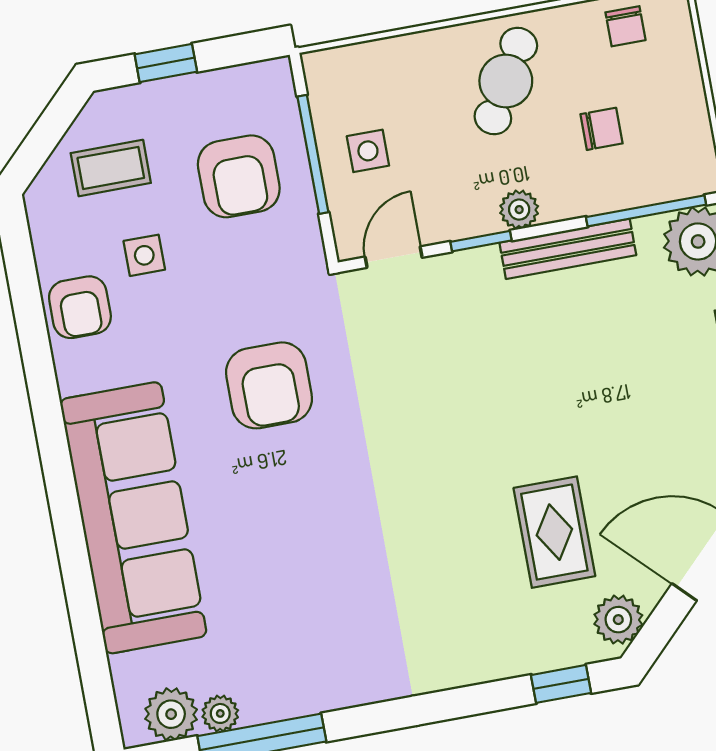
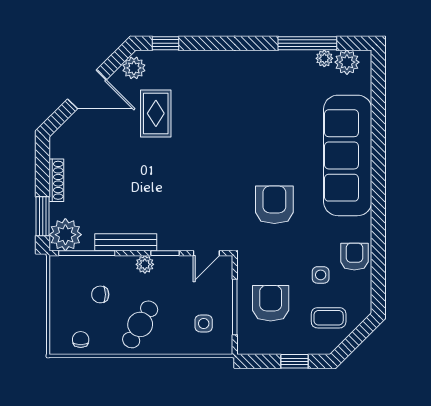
side table: (368, 151) -> (204, 323), moved

